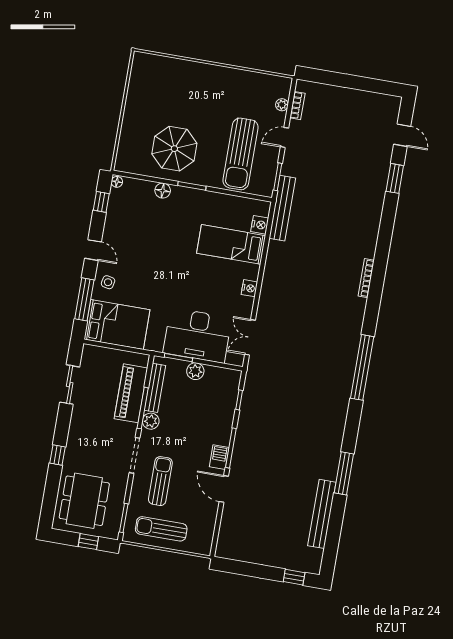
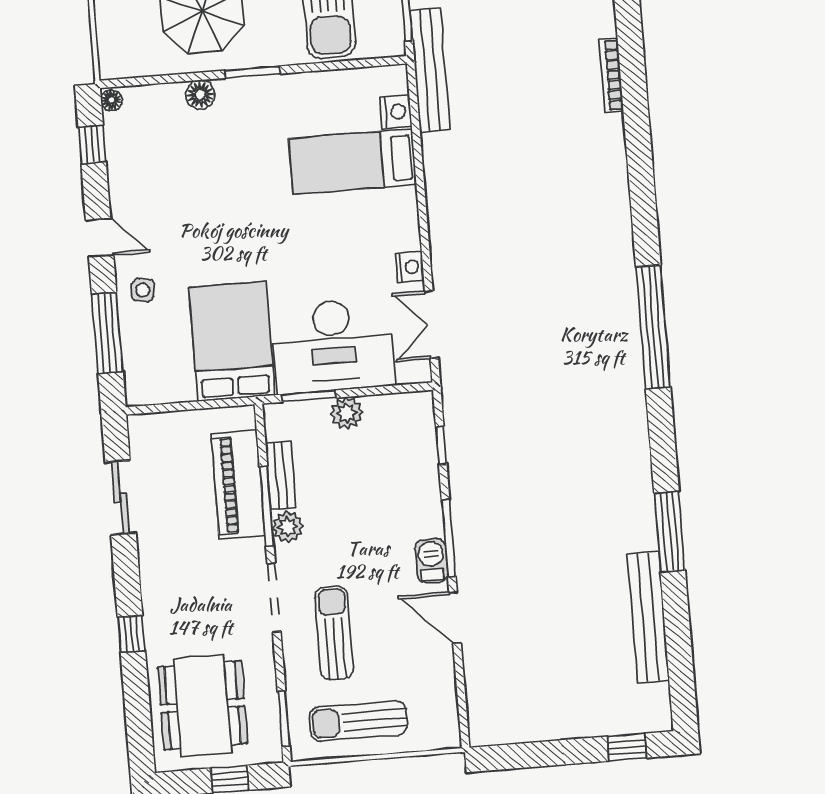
bookcase: (366, 278) -> (611, 75), moved
nightstand: (249, 288) -> (410, 267), moved
bed: (117, 325) -> (232, 341), moved, turned -90
bench: (155, 388) -> (281, 475), width x0.73

